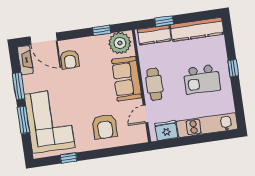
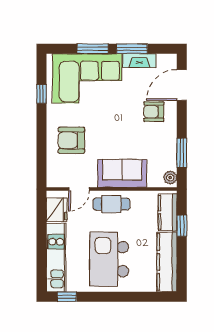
window: (102, 30) -> (182, 153), width x1.50
plant: (120, 43) -> (170, 178), width x0.53, depth x0.53
fireplace: (25, 60) -> (139, 61), moved
window: (233, 68) -> (67, 297), moved
kitchen island: (202, 79) -> (109, 259), width x1.37, depth x1.28
door: (146, 114) -> (79, 189), swing flipped

